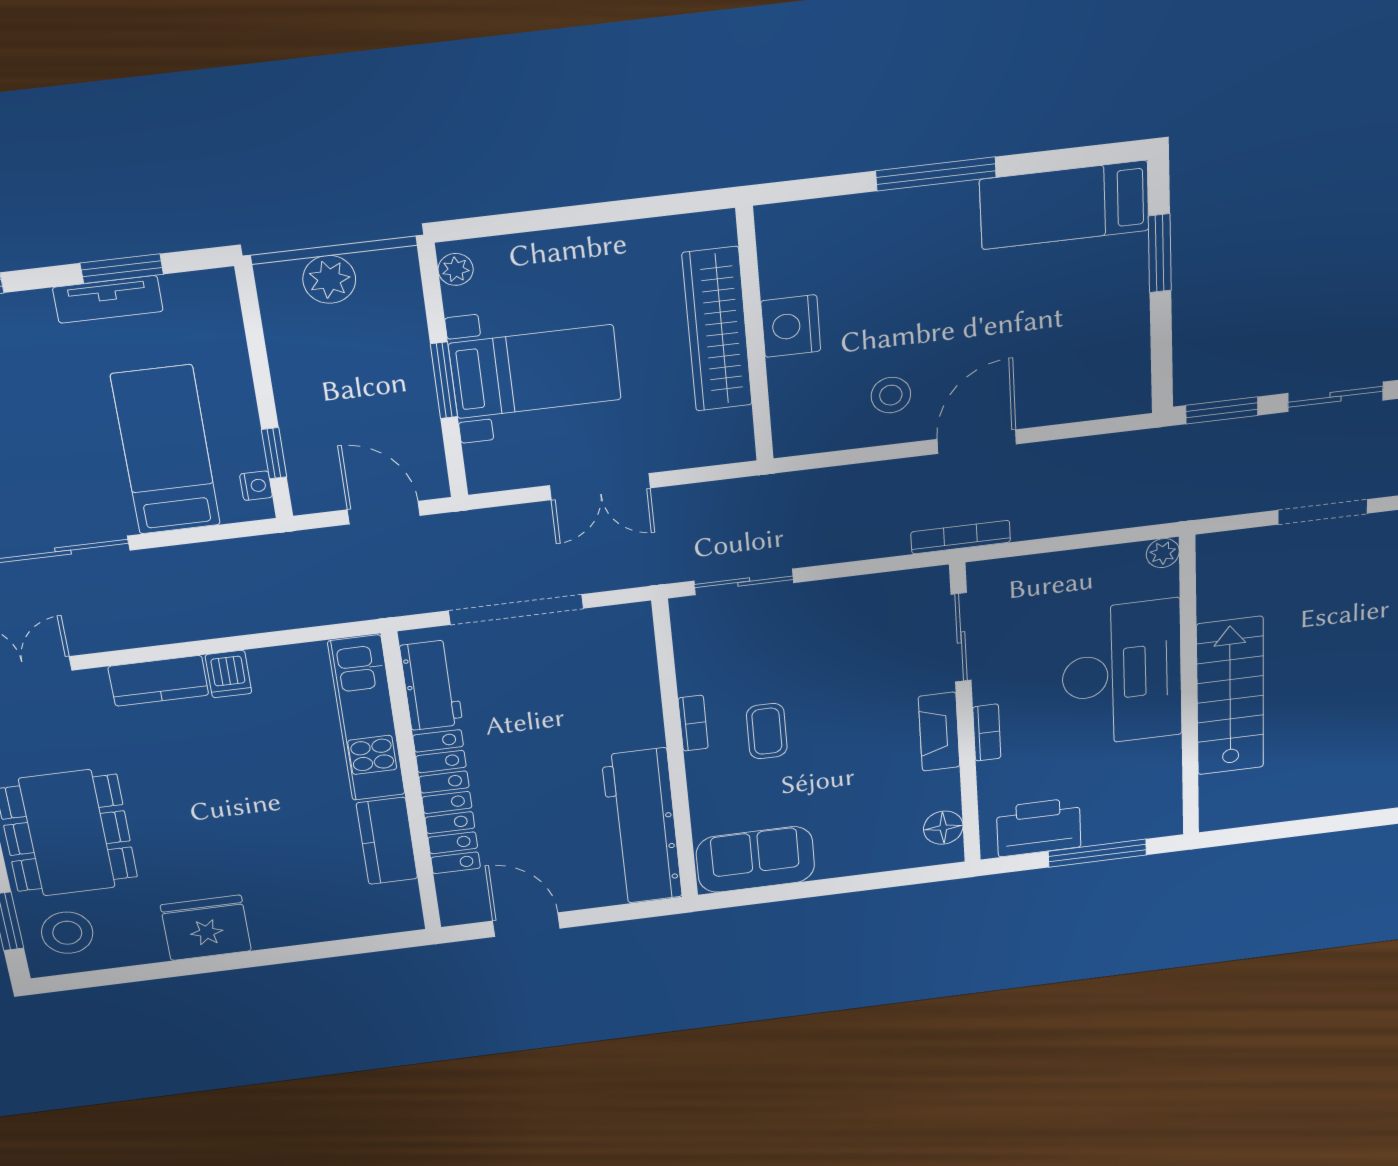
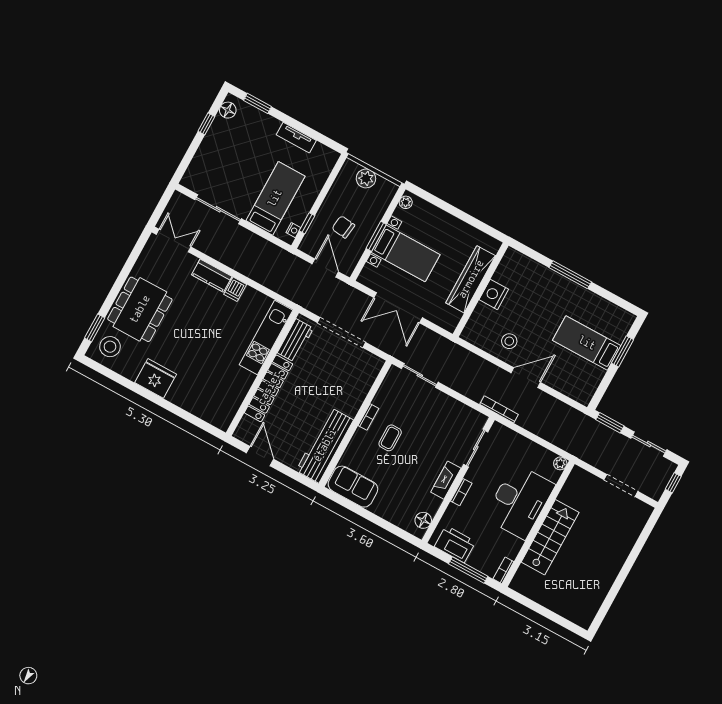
bed: (1064, 205) -> (587, 343), moved
window: (122, 269) -> (308, 131), removed
chair: (358, 409) -> (343, 227), added
double door: (600, 487) -> (398, 308), width x1.37
bookcase: (1171, 810) -> (503, 570), added
kitchen counter: (387, 841) -> (239, 389), removed

